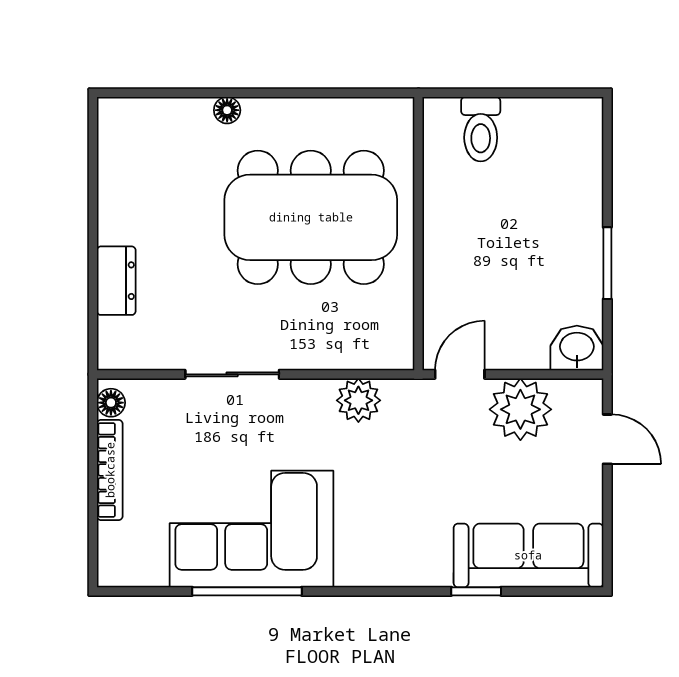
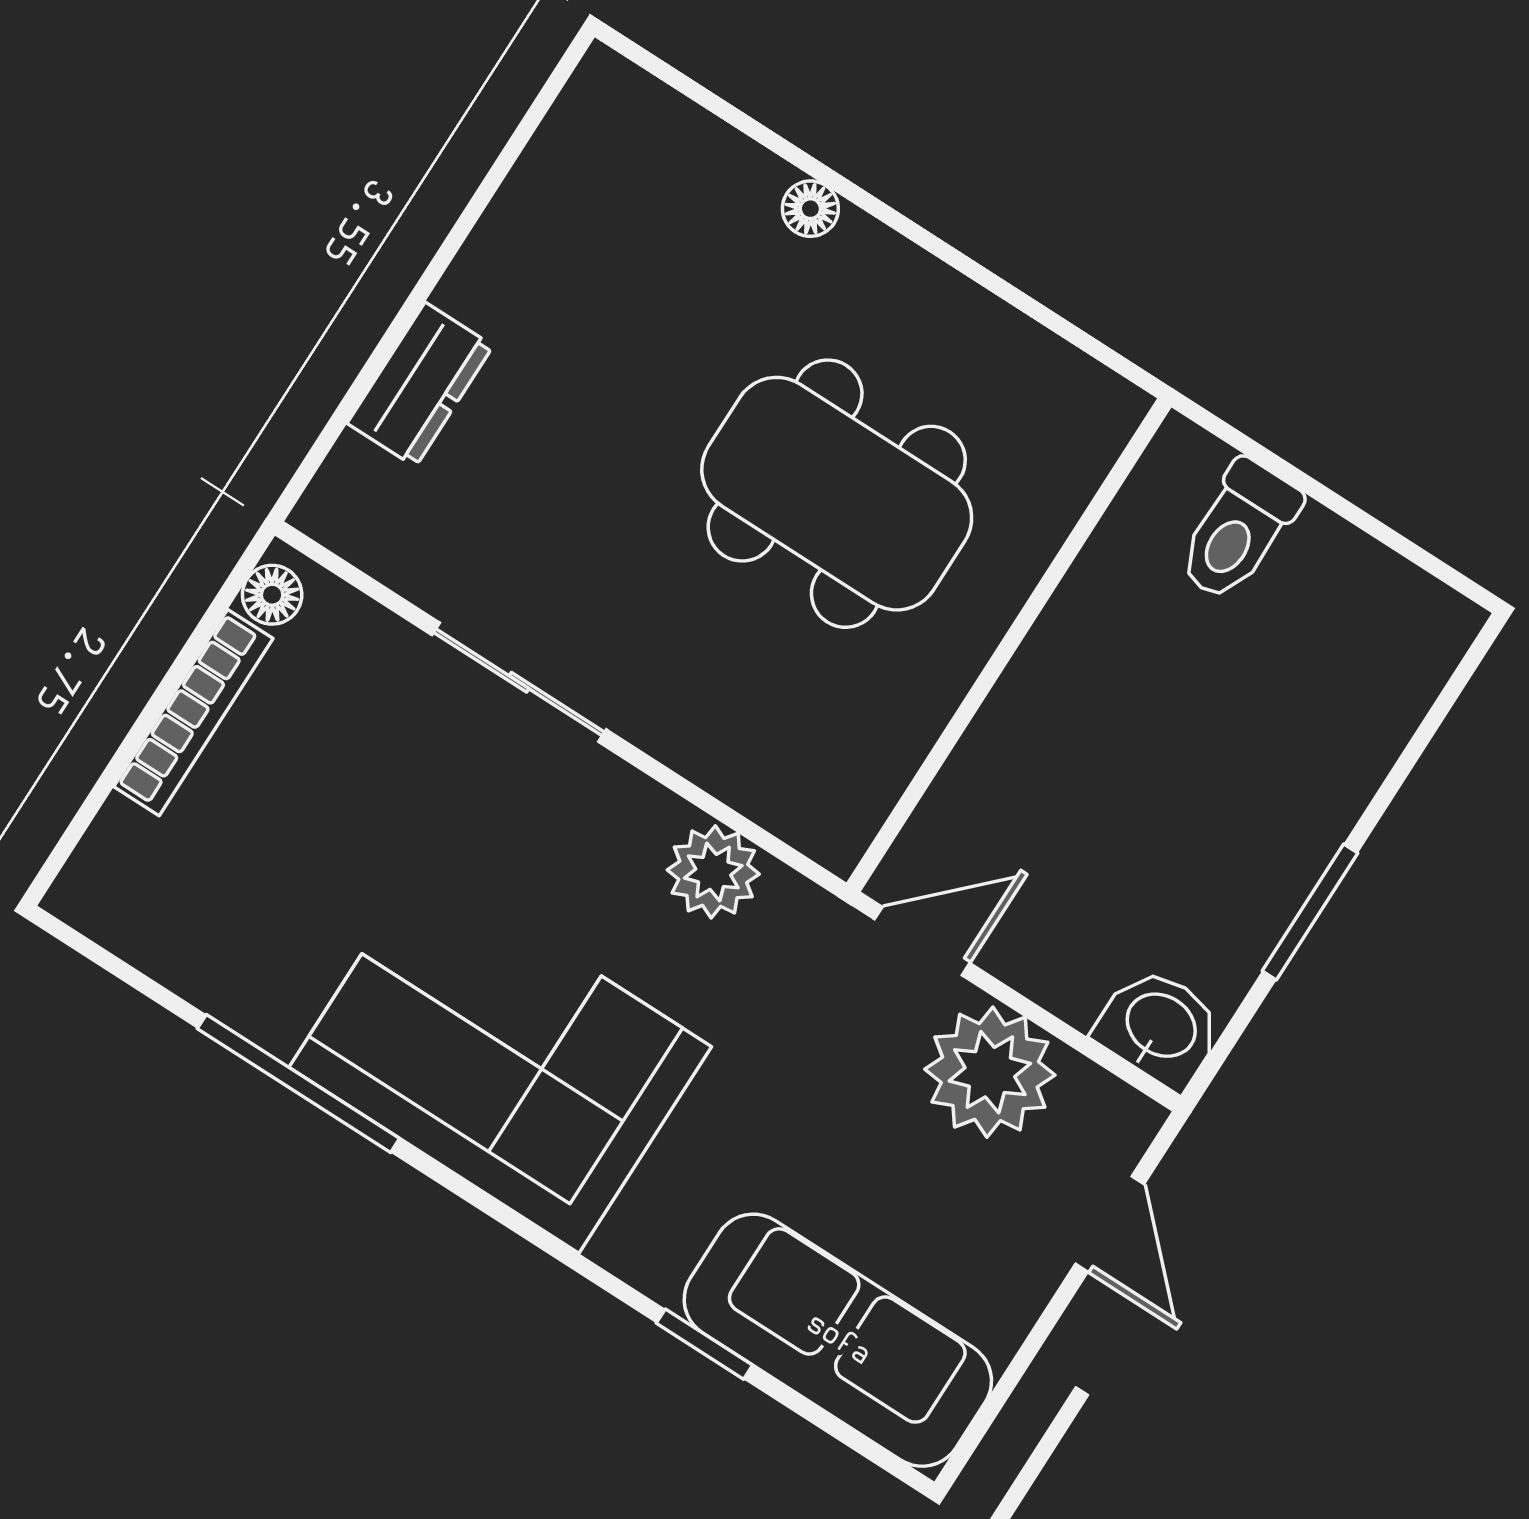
dining table: (311, 217) -> (837, 494), width x0.73, depth x0.80
corner sofa: (251, 529) -> (500, 1057), moved

